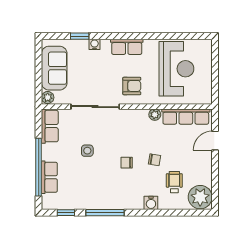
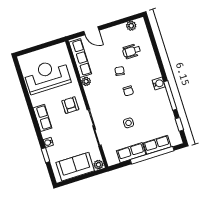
row of seats: (50, 126) -> (131, 153), moved
plant: (200, 197) -> (131, 26), width x0.53, depth x0.53
water cooler: (151, 203) -> (159, 84), moved

